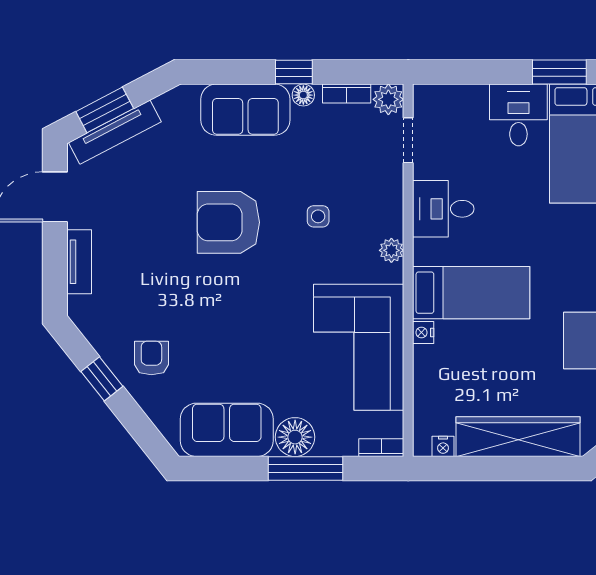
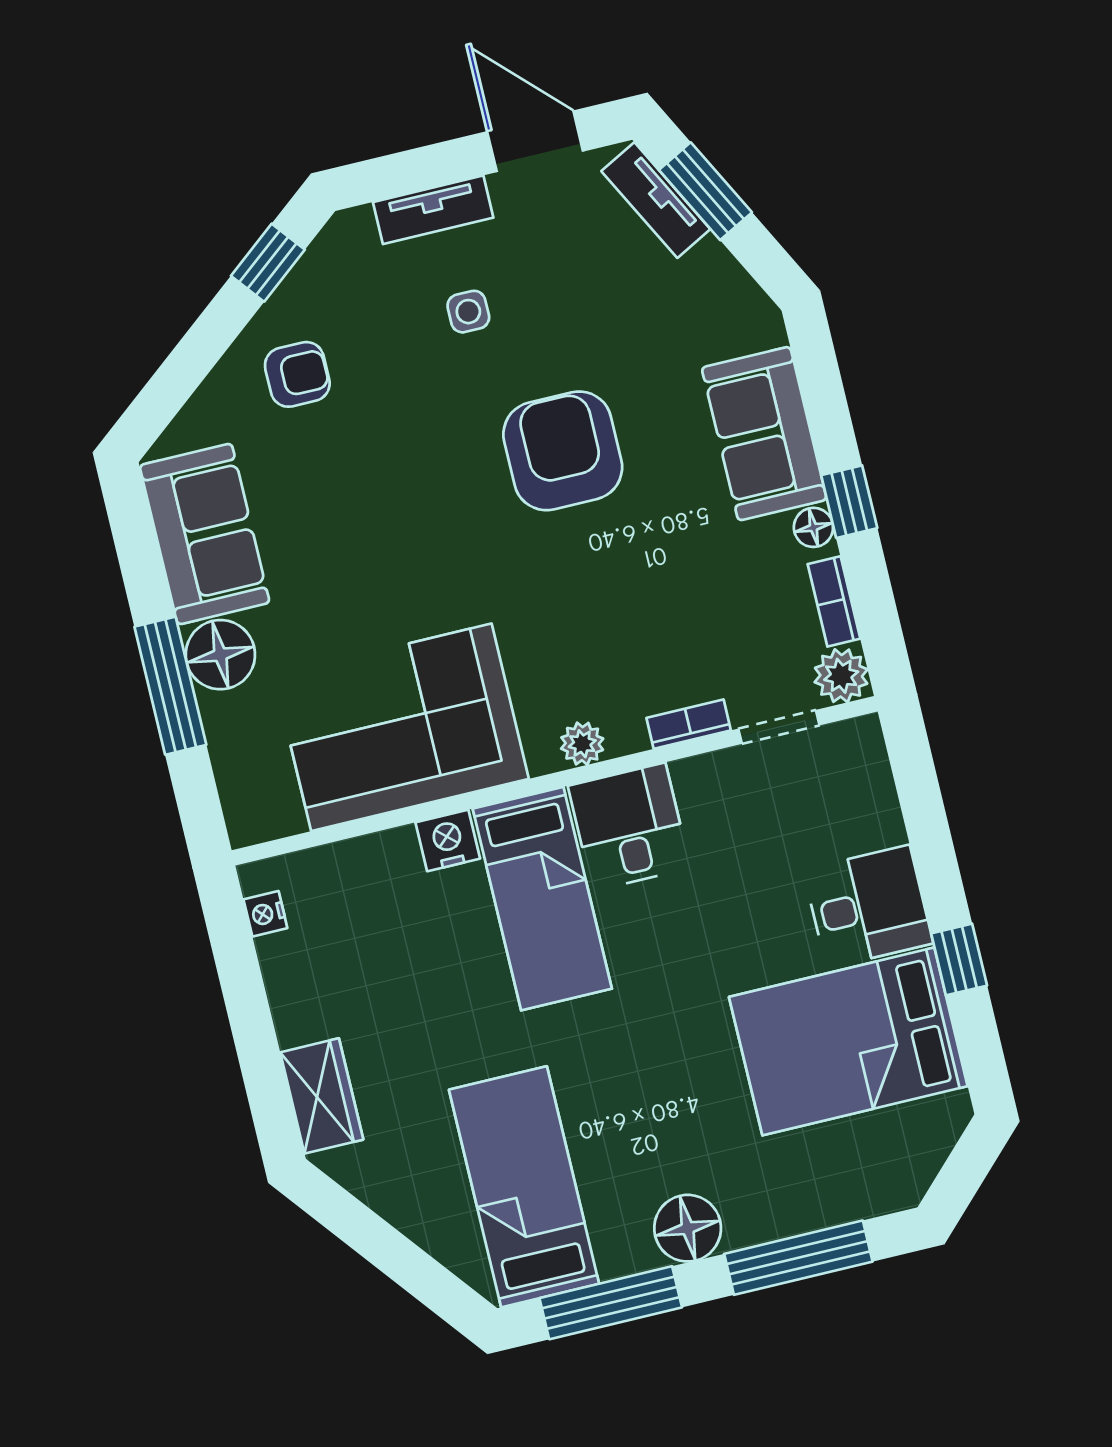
window: (559, 72) -> (959, 960), width x0.67
tv unit: (115, 132) -> (656, 200), width x0.71
desk: (443, 209) -> (629, 827), moved
side table: (318, 216) -> (468, 312), moved
nightstand: (423, 332) -> (448, 840), width x1.39, depth x1.35
window: (102, 379) -> (268, 263), moved
wardrobe: (518, 437) -> (322, 1096), width x0.48, depth x0.85
bookcase: (381, 448) -> (689, 724), moved, turned -90

